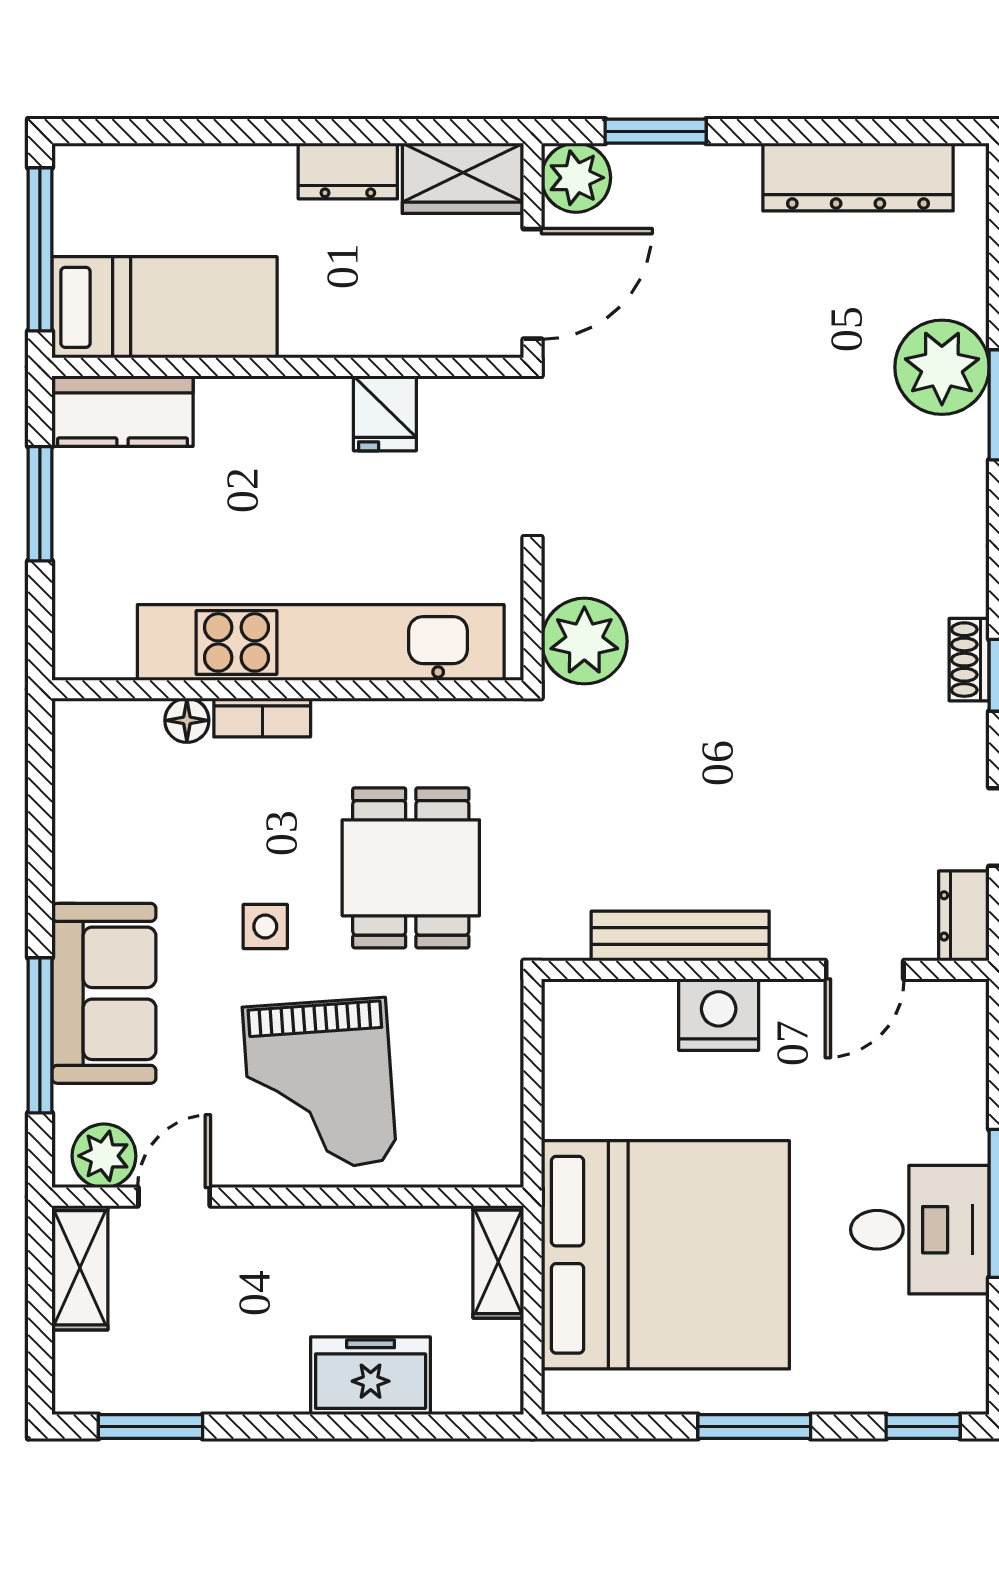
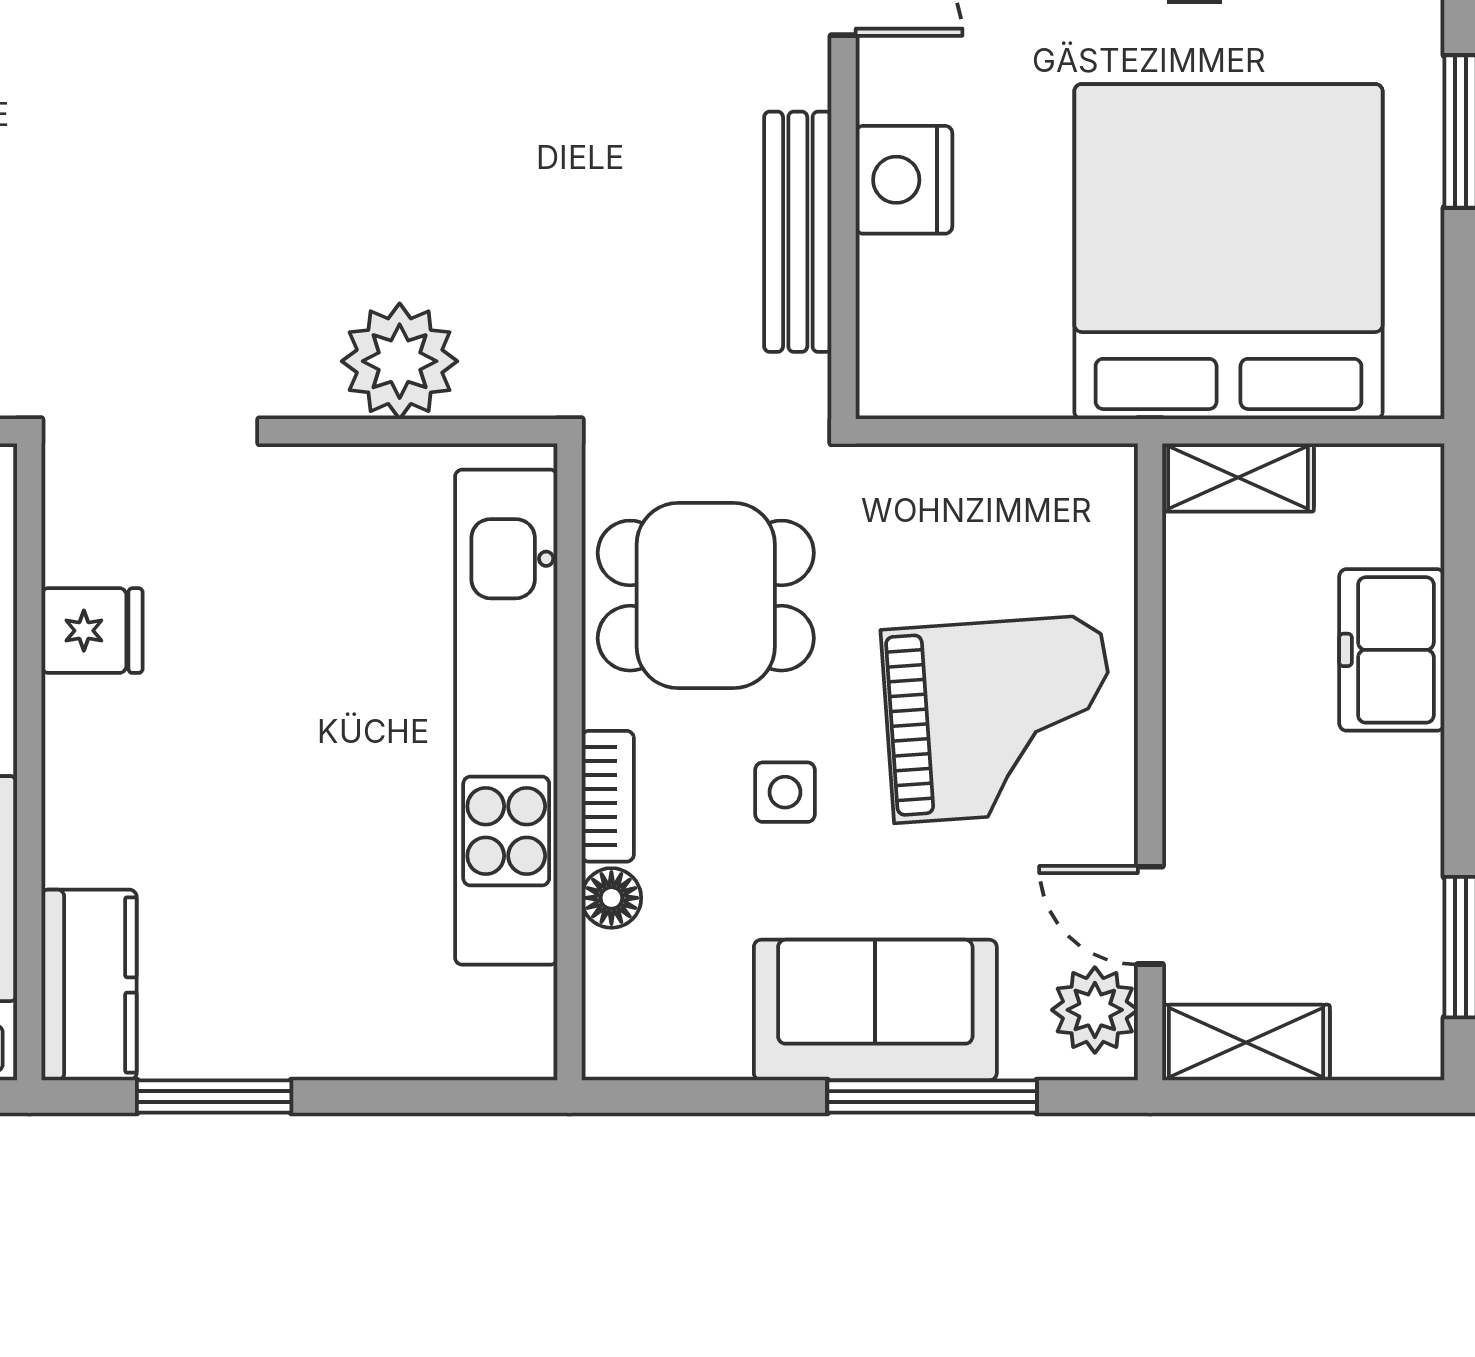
kitchen unit: (321, 642) -> (506, 717), moved
wall: (288, 689) -> (569, 762), moved
bookcase: (262, 718) -> (608, 796), moved
floor lamp: (187, 720) -> (611, 898), moved

